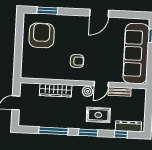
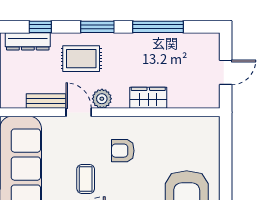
coffee table: (99, 46) -> (86, 179), added
door: (101, 84) -> (79, 112), hinge flipped
wardrobe: (56, 90) -> (148, 98), width x0.67

